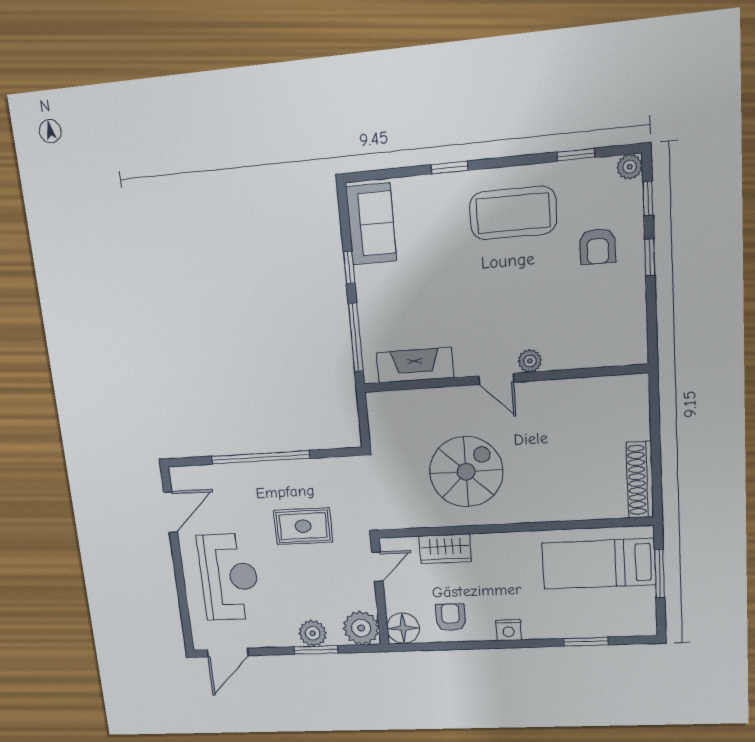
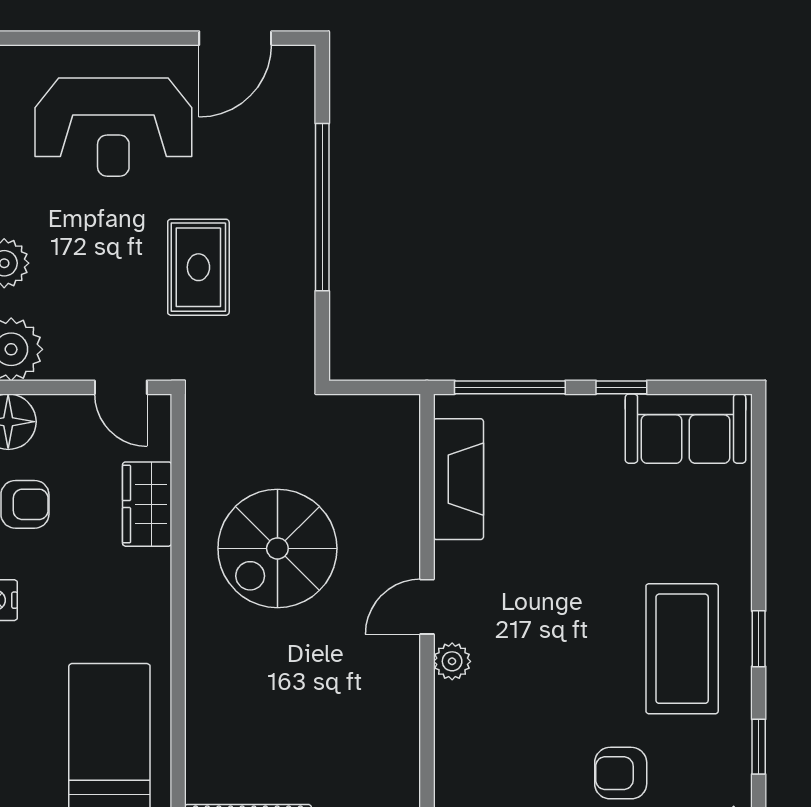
window: (450, 168) -> (759, 639), moved
spiral stairs: (466, 472) -> (277, 548), turned 90
door: (171, 512) -> (235, 38), hinge flipped

